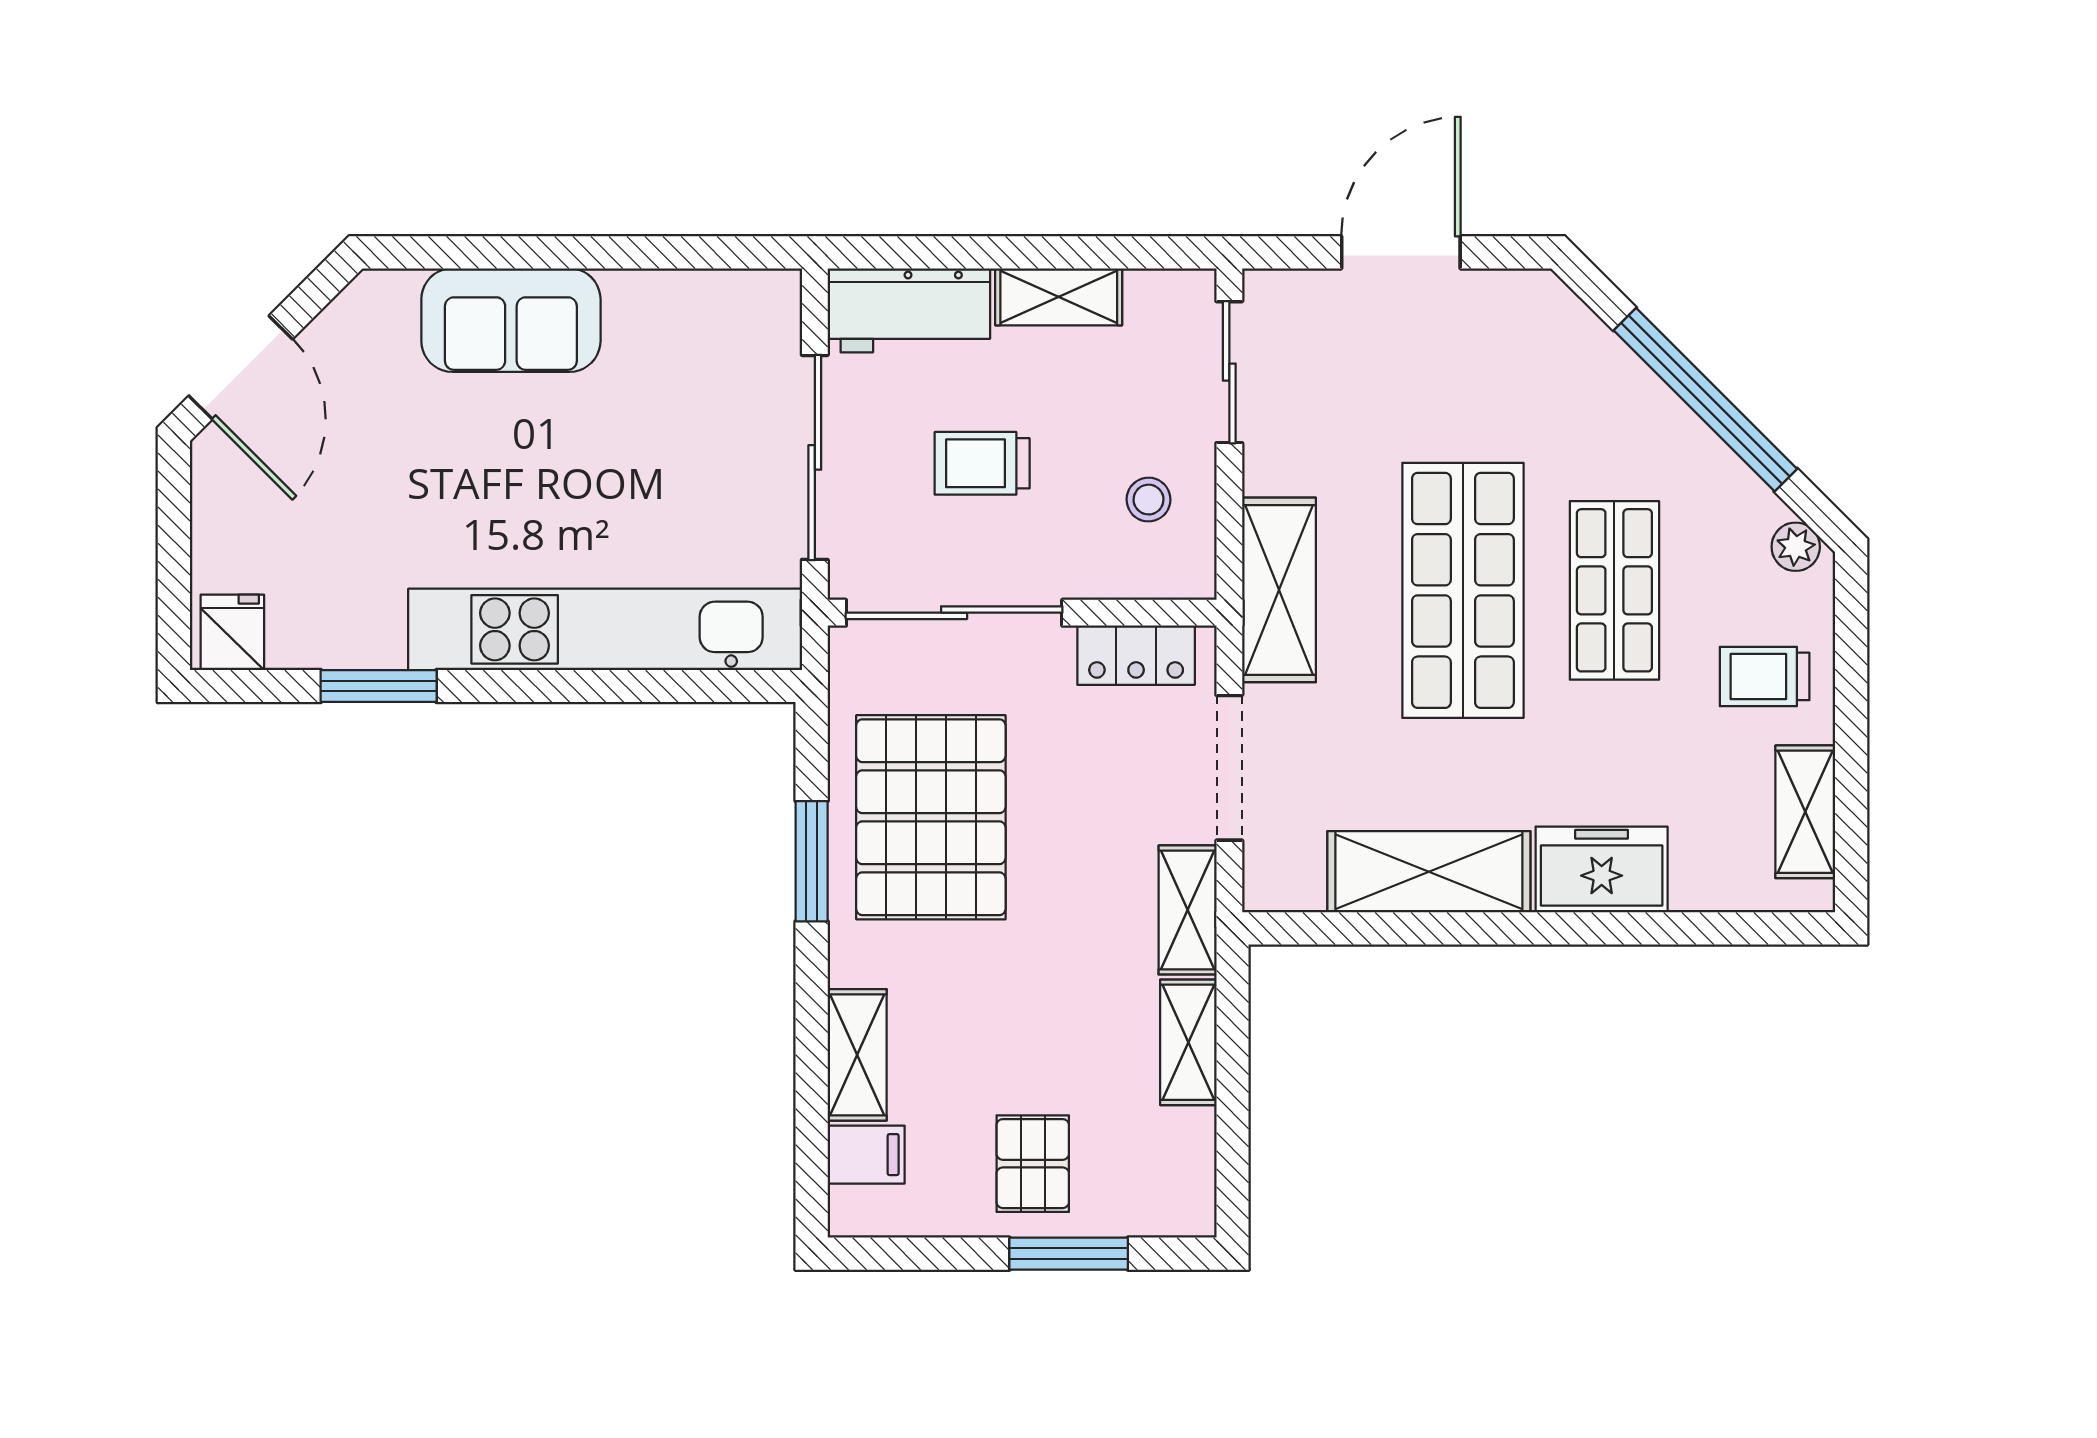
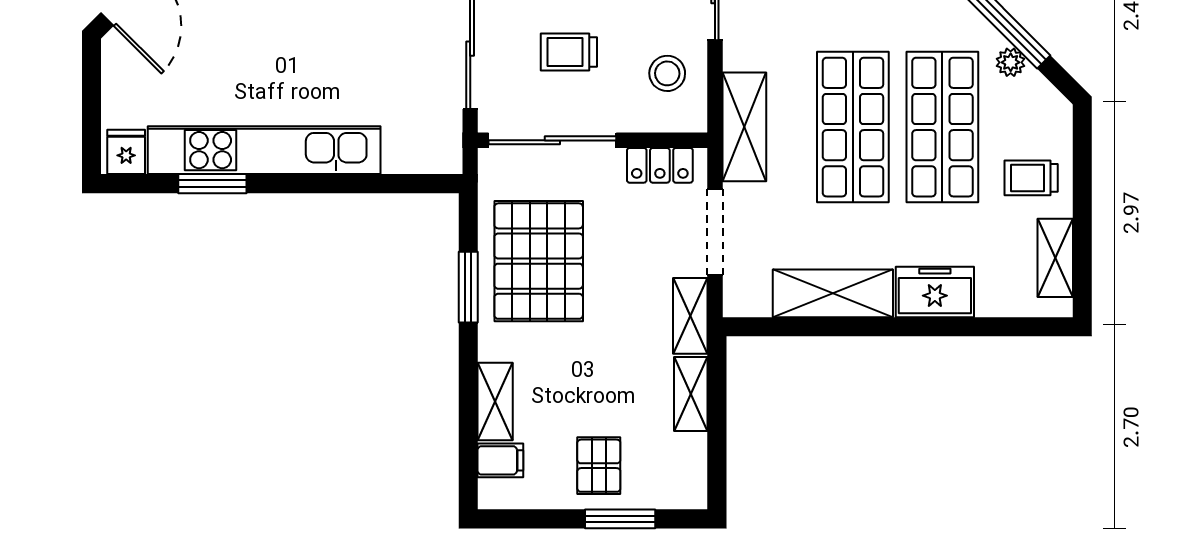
stool: (1148, 500) -> (667, 73), width x1.37, depth x1.37
plant: (1796, 547) -> (1011, 62), moved
shop shelf: (1614, 590) -> (942, 127), width x1.43, depth x1.36
kitchen unit: (605, 629) -> (264, 150), moved

